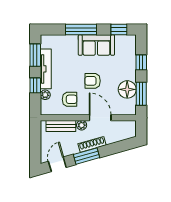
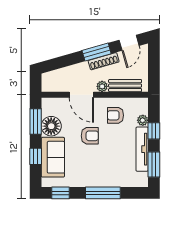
sofa: (96, 45) -> (53, 157), moved, turned 90
shoe rack: (92, 144) -> (104, 61), moved

